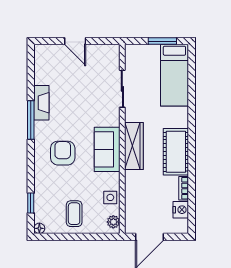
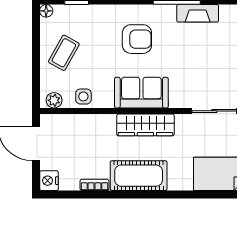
nightstand: (181, 210) -> (49, 181), moved, turned 90
coffee table: (74, 214) -> (64, 53), turned -61

